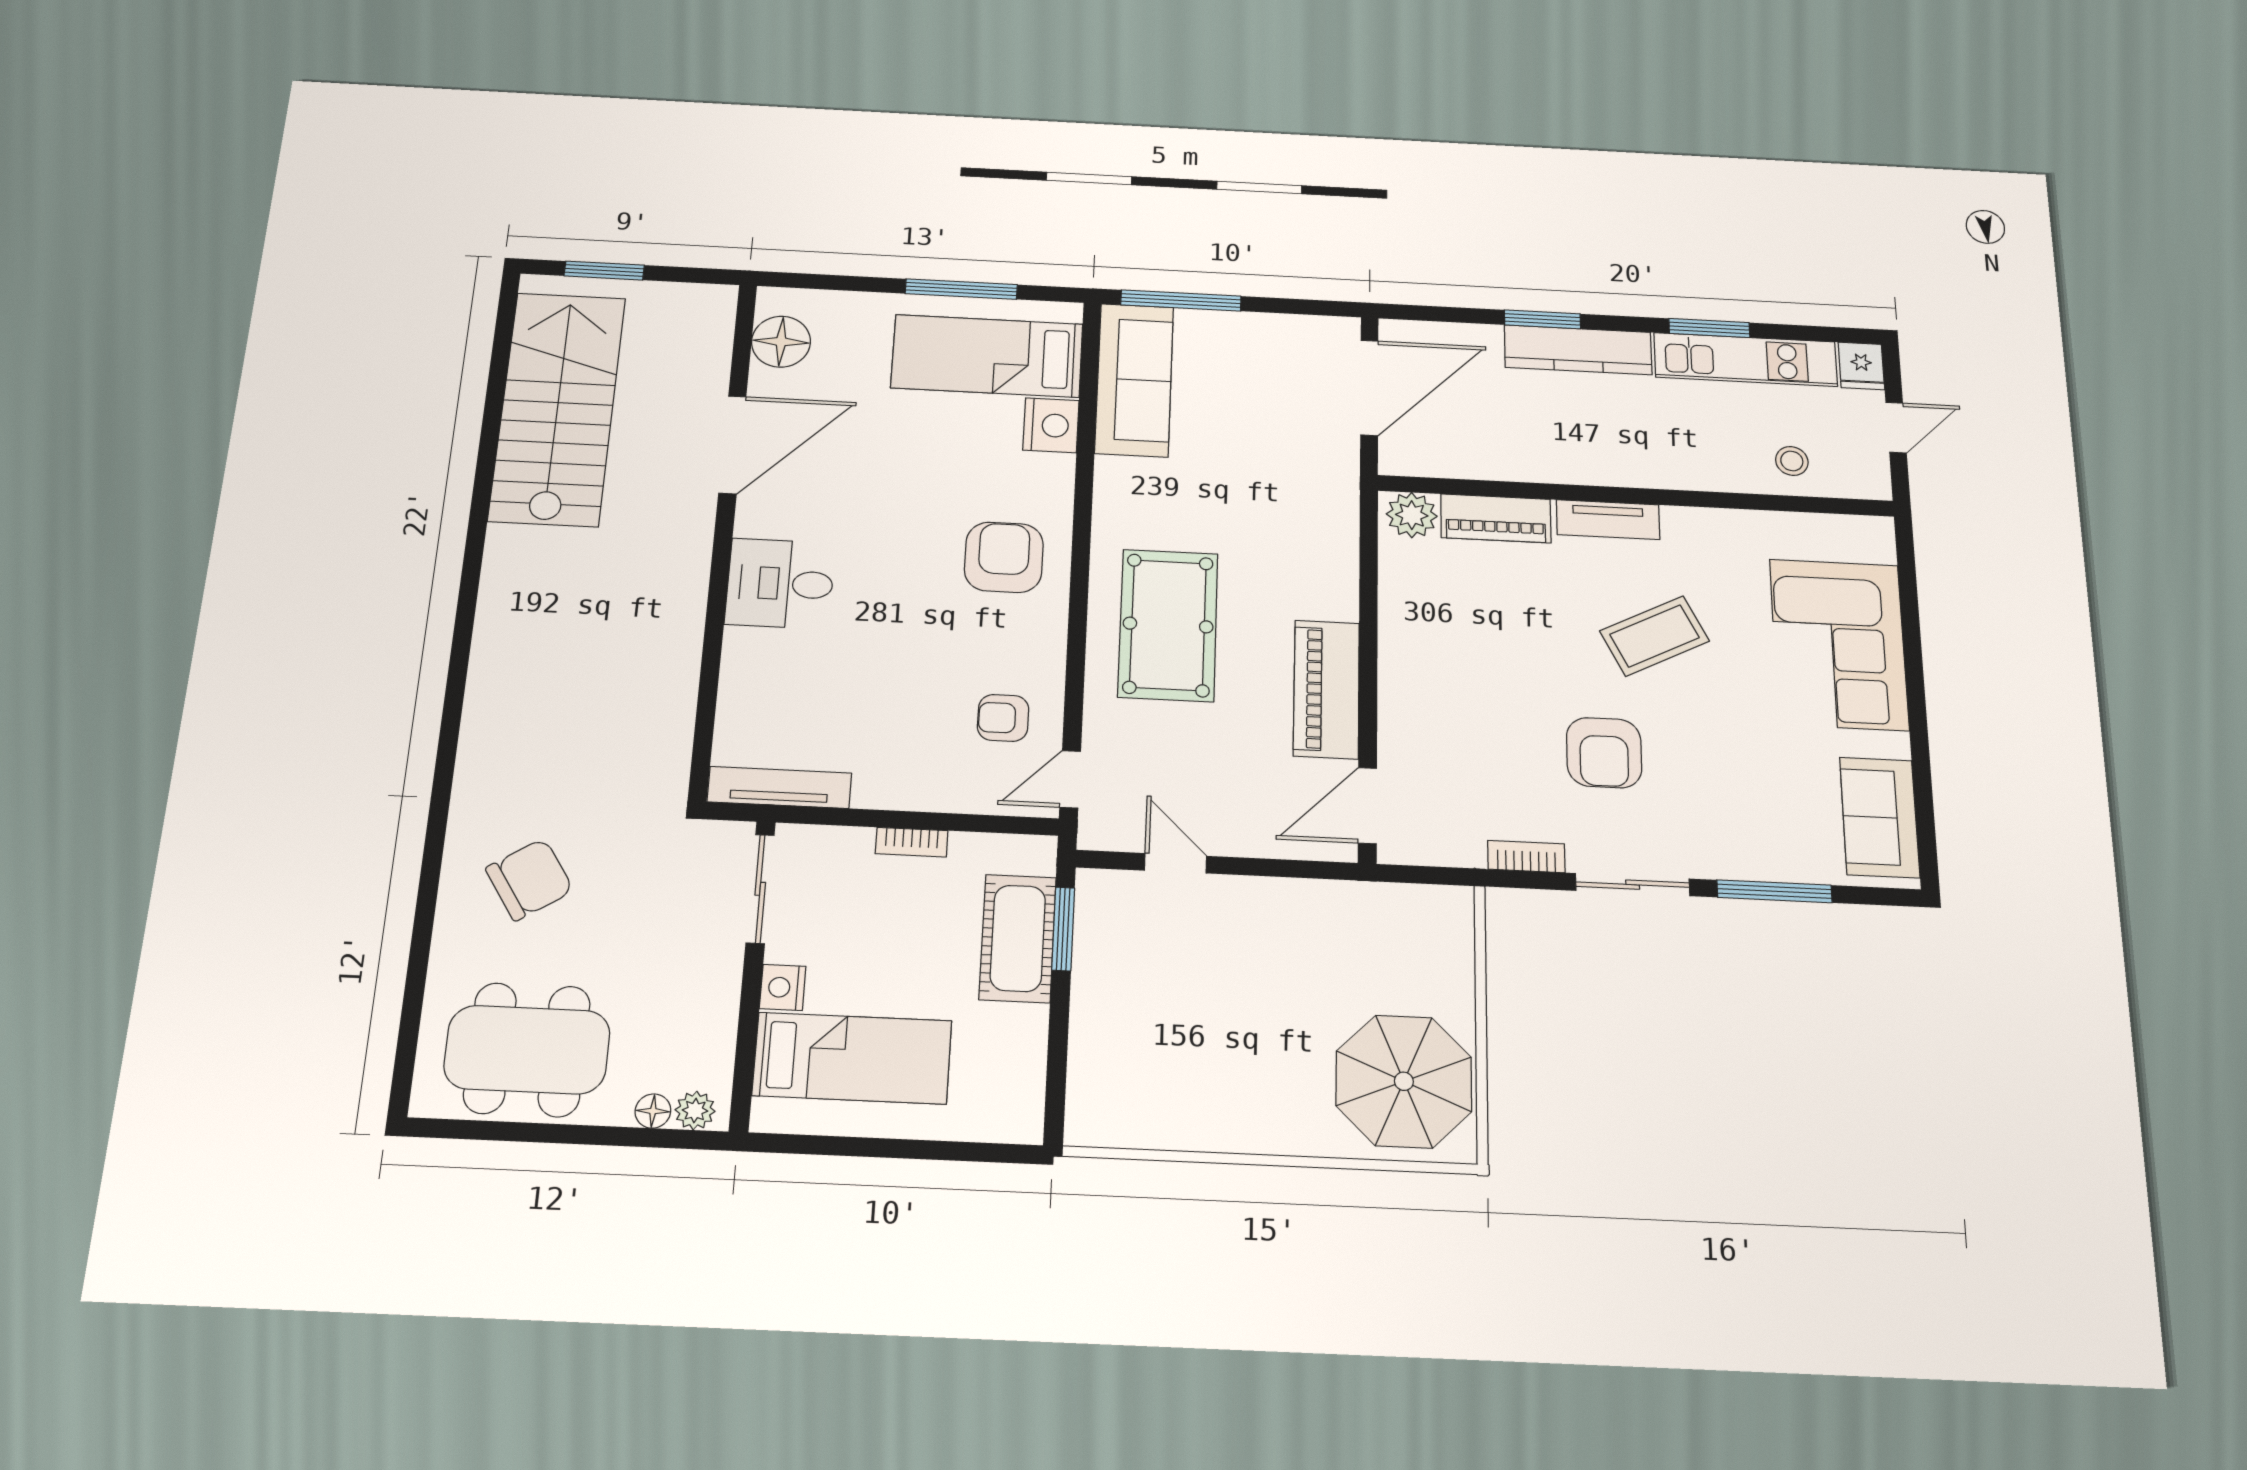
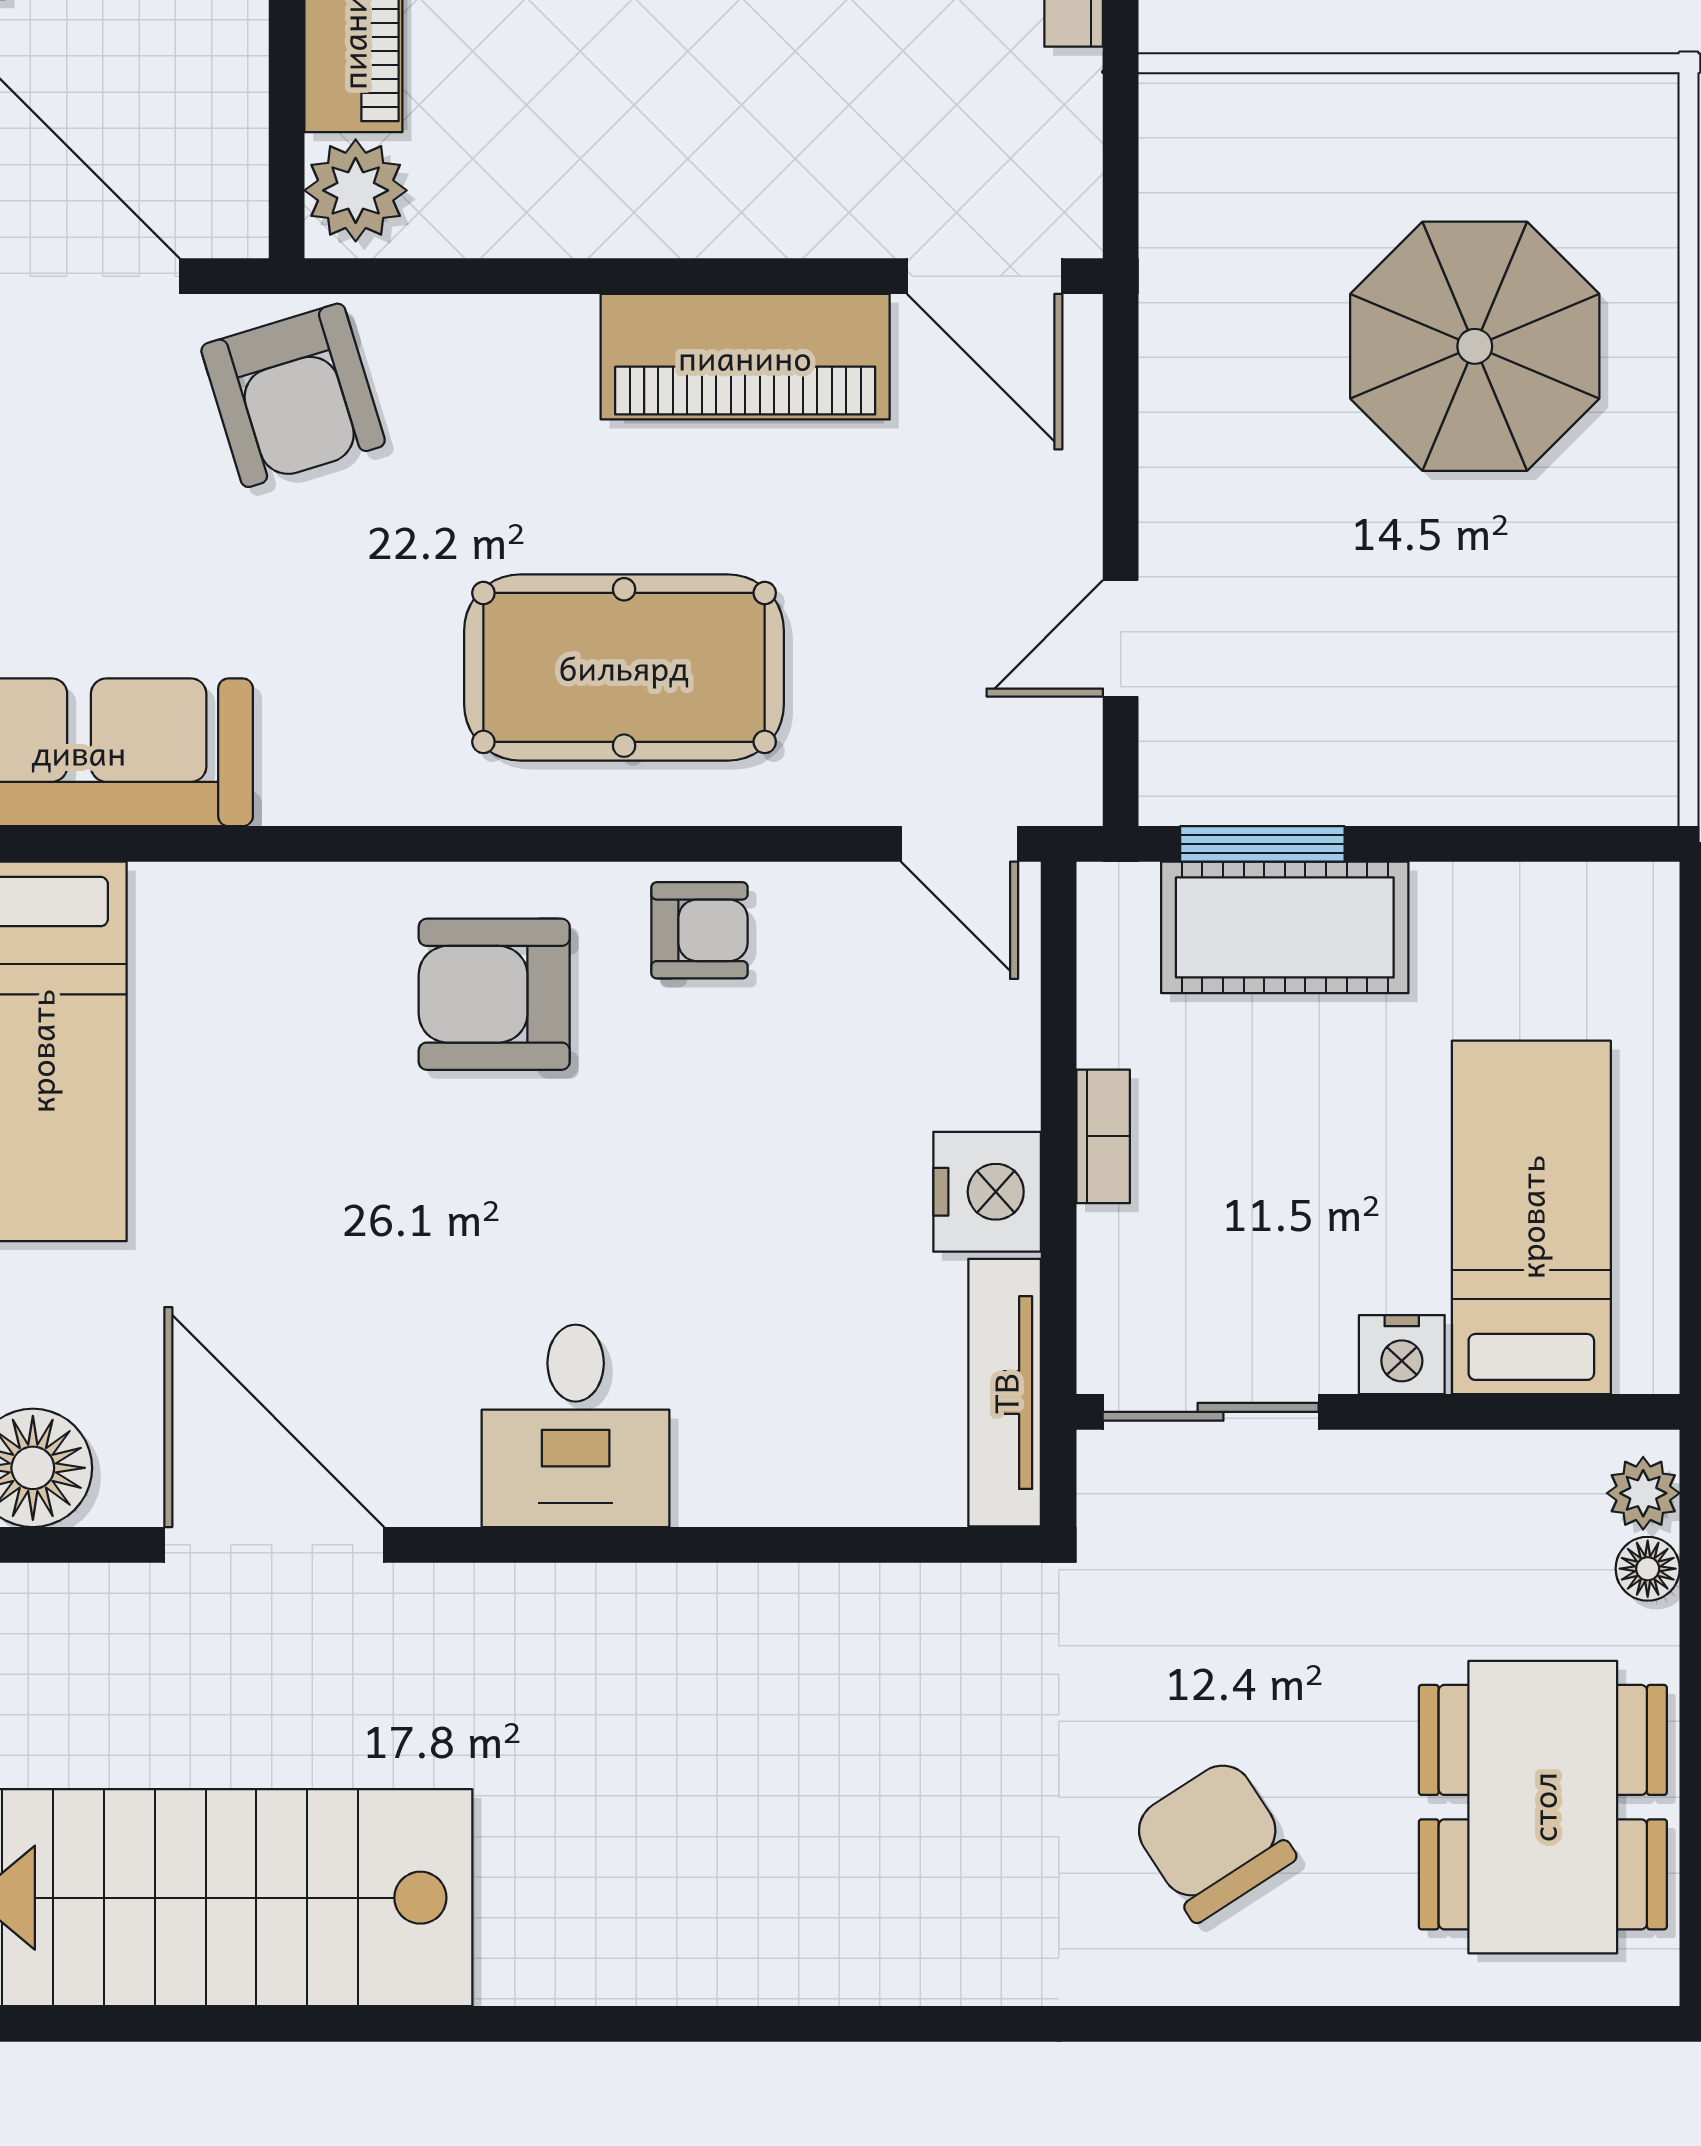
nightstand: (1051, 425) -> (987, 1192), moved, turned 90
armchair: (1309, 482) -> (293, 395), added
armchair: (1003, 718) -> (700, 930), moved, turned -90
parasol: (1404, 1081) -> (1475, 346), moved

